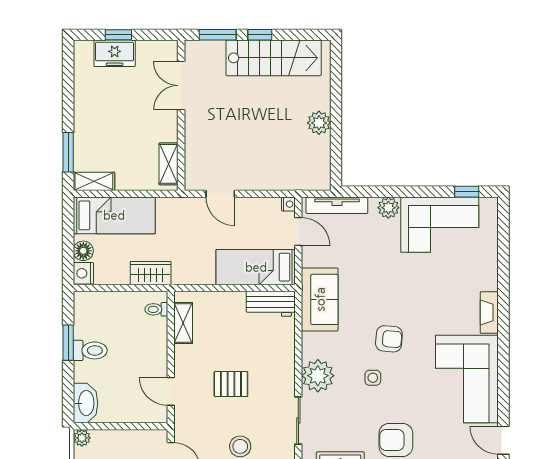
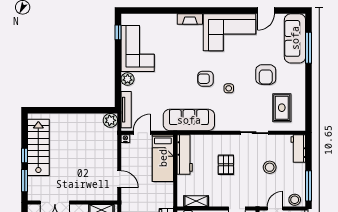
plant: (319, 123) -> (110, 120), moved
door: (220, 194) -> (119, 179), hinge flipped
sofa: (320, 299) -> (189, 120), width x1.36
workbench: (271, 304) -> (185, 154), width x1.38
armchair: (389, 339) -> (206, 79), turned -95
plant: (318, 376) -> (228, 121), removed
pallet: (231, 384) -> (226, 165), moved

